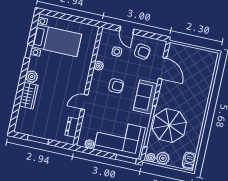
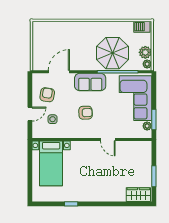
bed with nightstands: (57, 41) -> (51, 163), moved, turned 180
plant: (99, 66) -> (70, 134), removed
plant: (32, 77) -> (95, 196), removed
armchair: (116, 86) -> (86, 113), turned 88
wardrobe: (29, 96) -> (138, 195), moved
dresser: (72, 127) -> (135, 146), removed
window: (126, 159) -> (154, 119), moved

